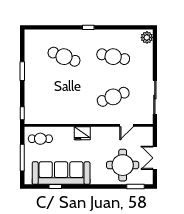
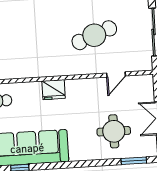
round table: (123, 165) -> (114, 131), width x0.73, depth x0.73

